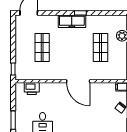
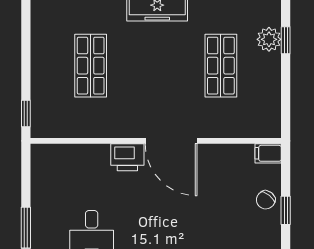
printer: (32, 89) -> (127, 157), moved

